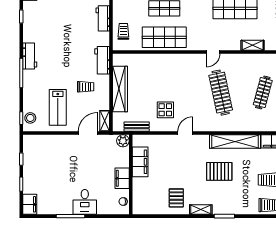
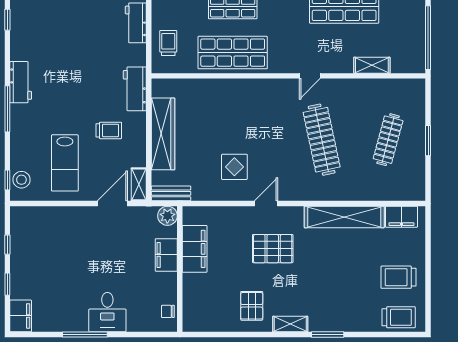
bench: (137, 127) -> (171, 193), moved
pallet: (219, 171) -> (273, 249), moved
filing cabinet: (122, 178) -> (166, 255), moved

